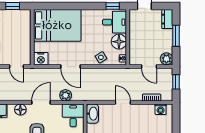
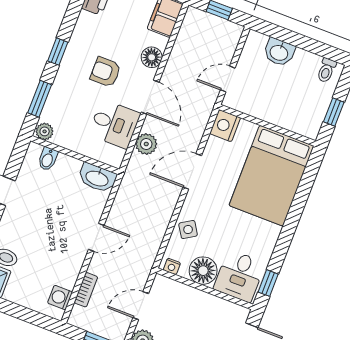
desk: (73, 115) -> (114, 124), moved

